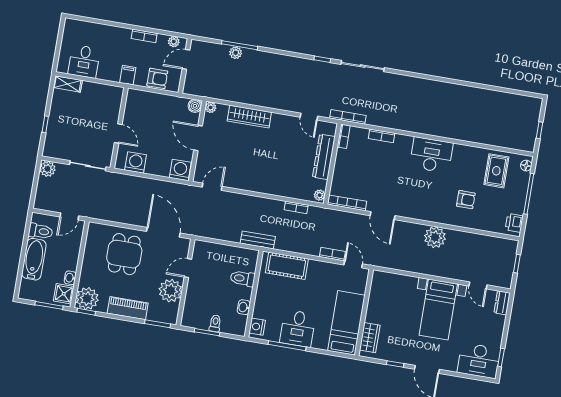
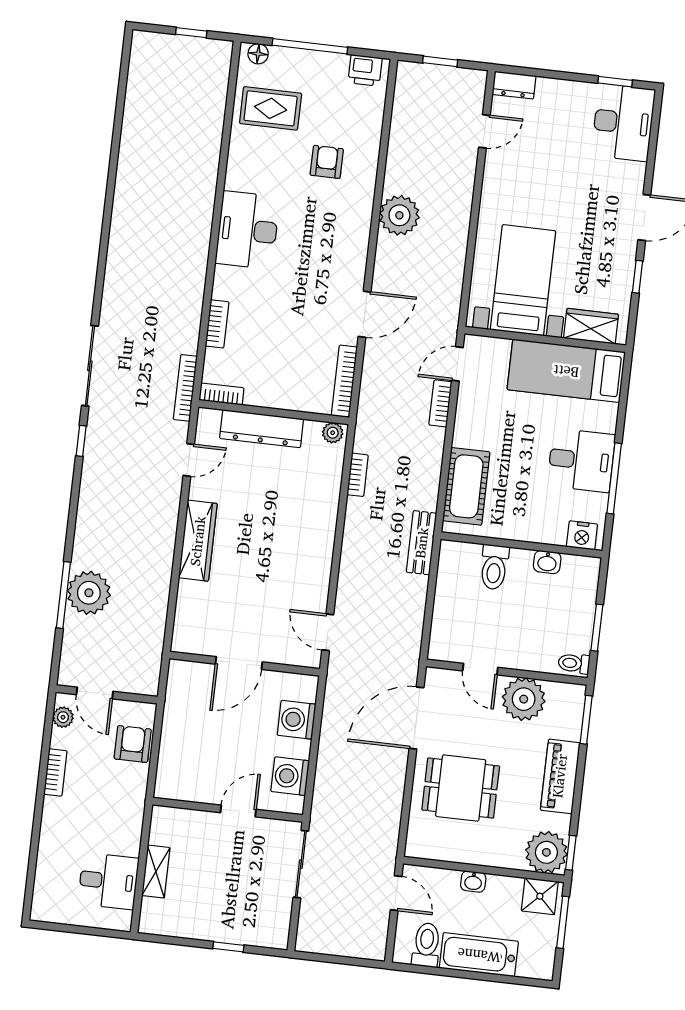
plant: (236, 53) -> (89, 593), width x1.88, depth x1.88
filing cabinet: (128, 75) -> (129, 799), removed
shelving: (68, 84) -> (156, 872), moved
boiler: (195, 106) -> (180, 672), removed
plant: (211, 107) -> (181, 643), removed
wardrobe: (249, 117) -> (198, 541), moved
plant: (47, 169) -> (310, 938), removed
washing machine: (180, 170) -> (297, 720), moved
washbasin: (70, 278) -> (473, 882), moved
bed with nightstands: (438, 310) -> (523, 280), moved, turned -90
toilet: (215, 323) -> (574, 663), moved

